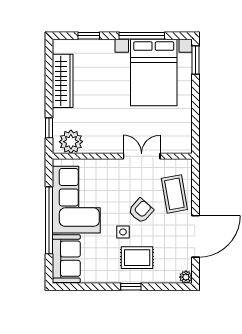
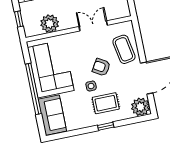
plant: (71, 142) -> (50, 24), moved
armchair: (141, 211) -> (101, 67), turned -101
plant: (186, 277) -> (140, 107), width x1.88, depth x1.88

